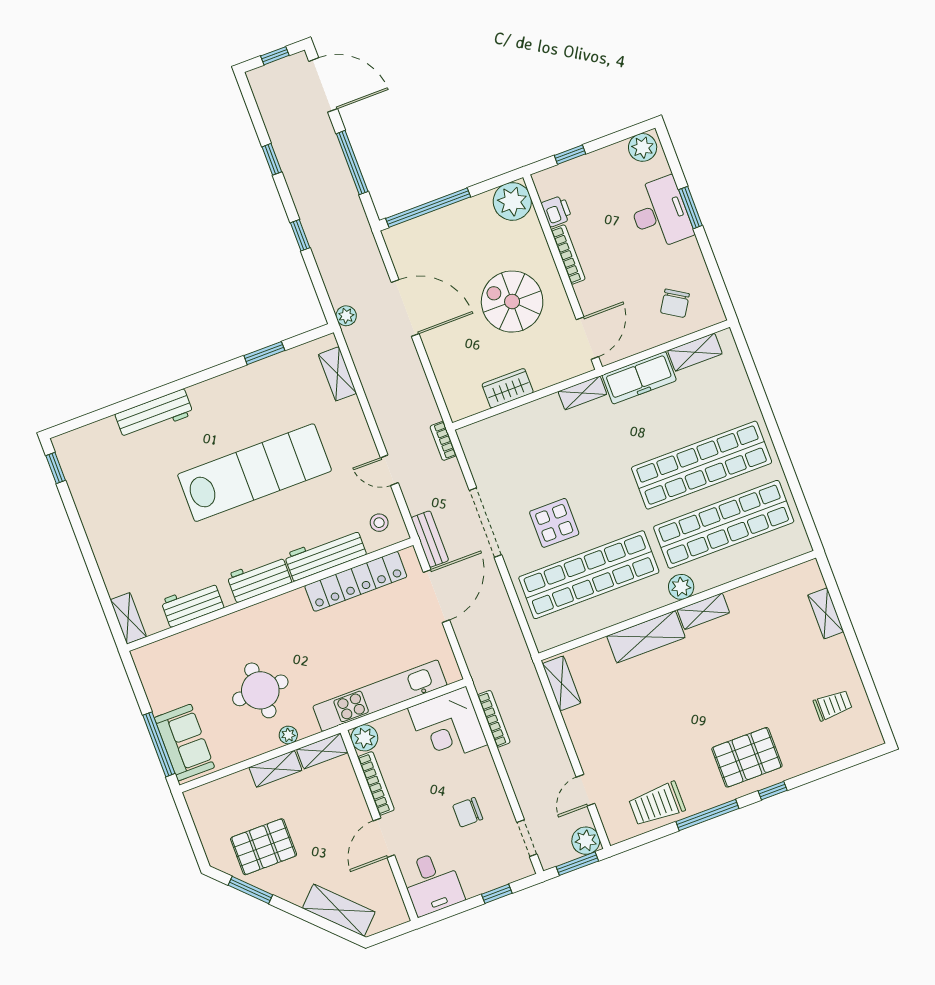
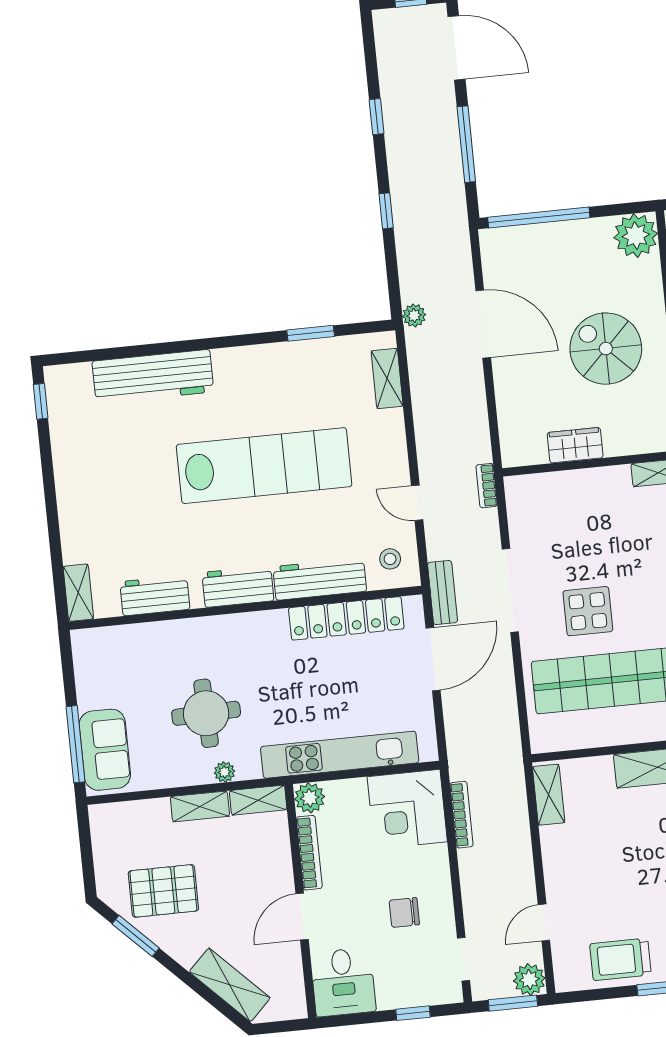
workbench: (154, 414) -> (153, 377), width x1.36, depth x1.32

